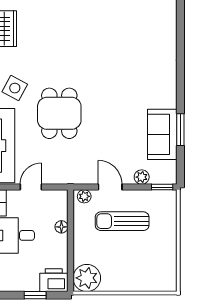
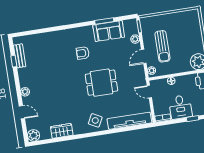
armchair: (132, 85) -> (83, 53), added
dining table: (59, 113) -> (101, 83), moved
door: (31, 187) -> (149, 92), moved

